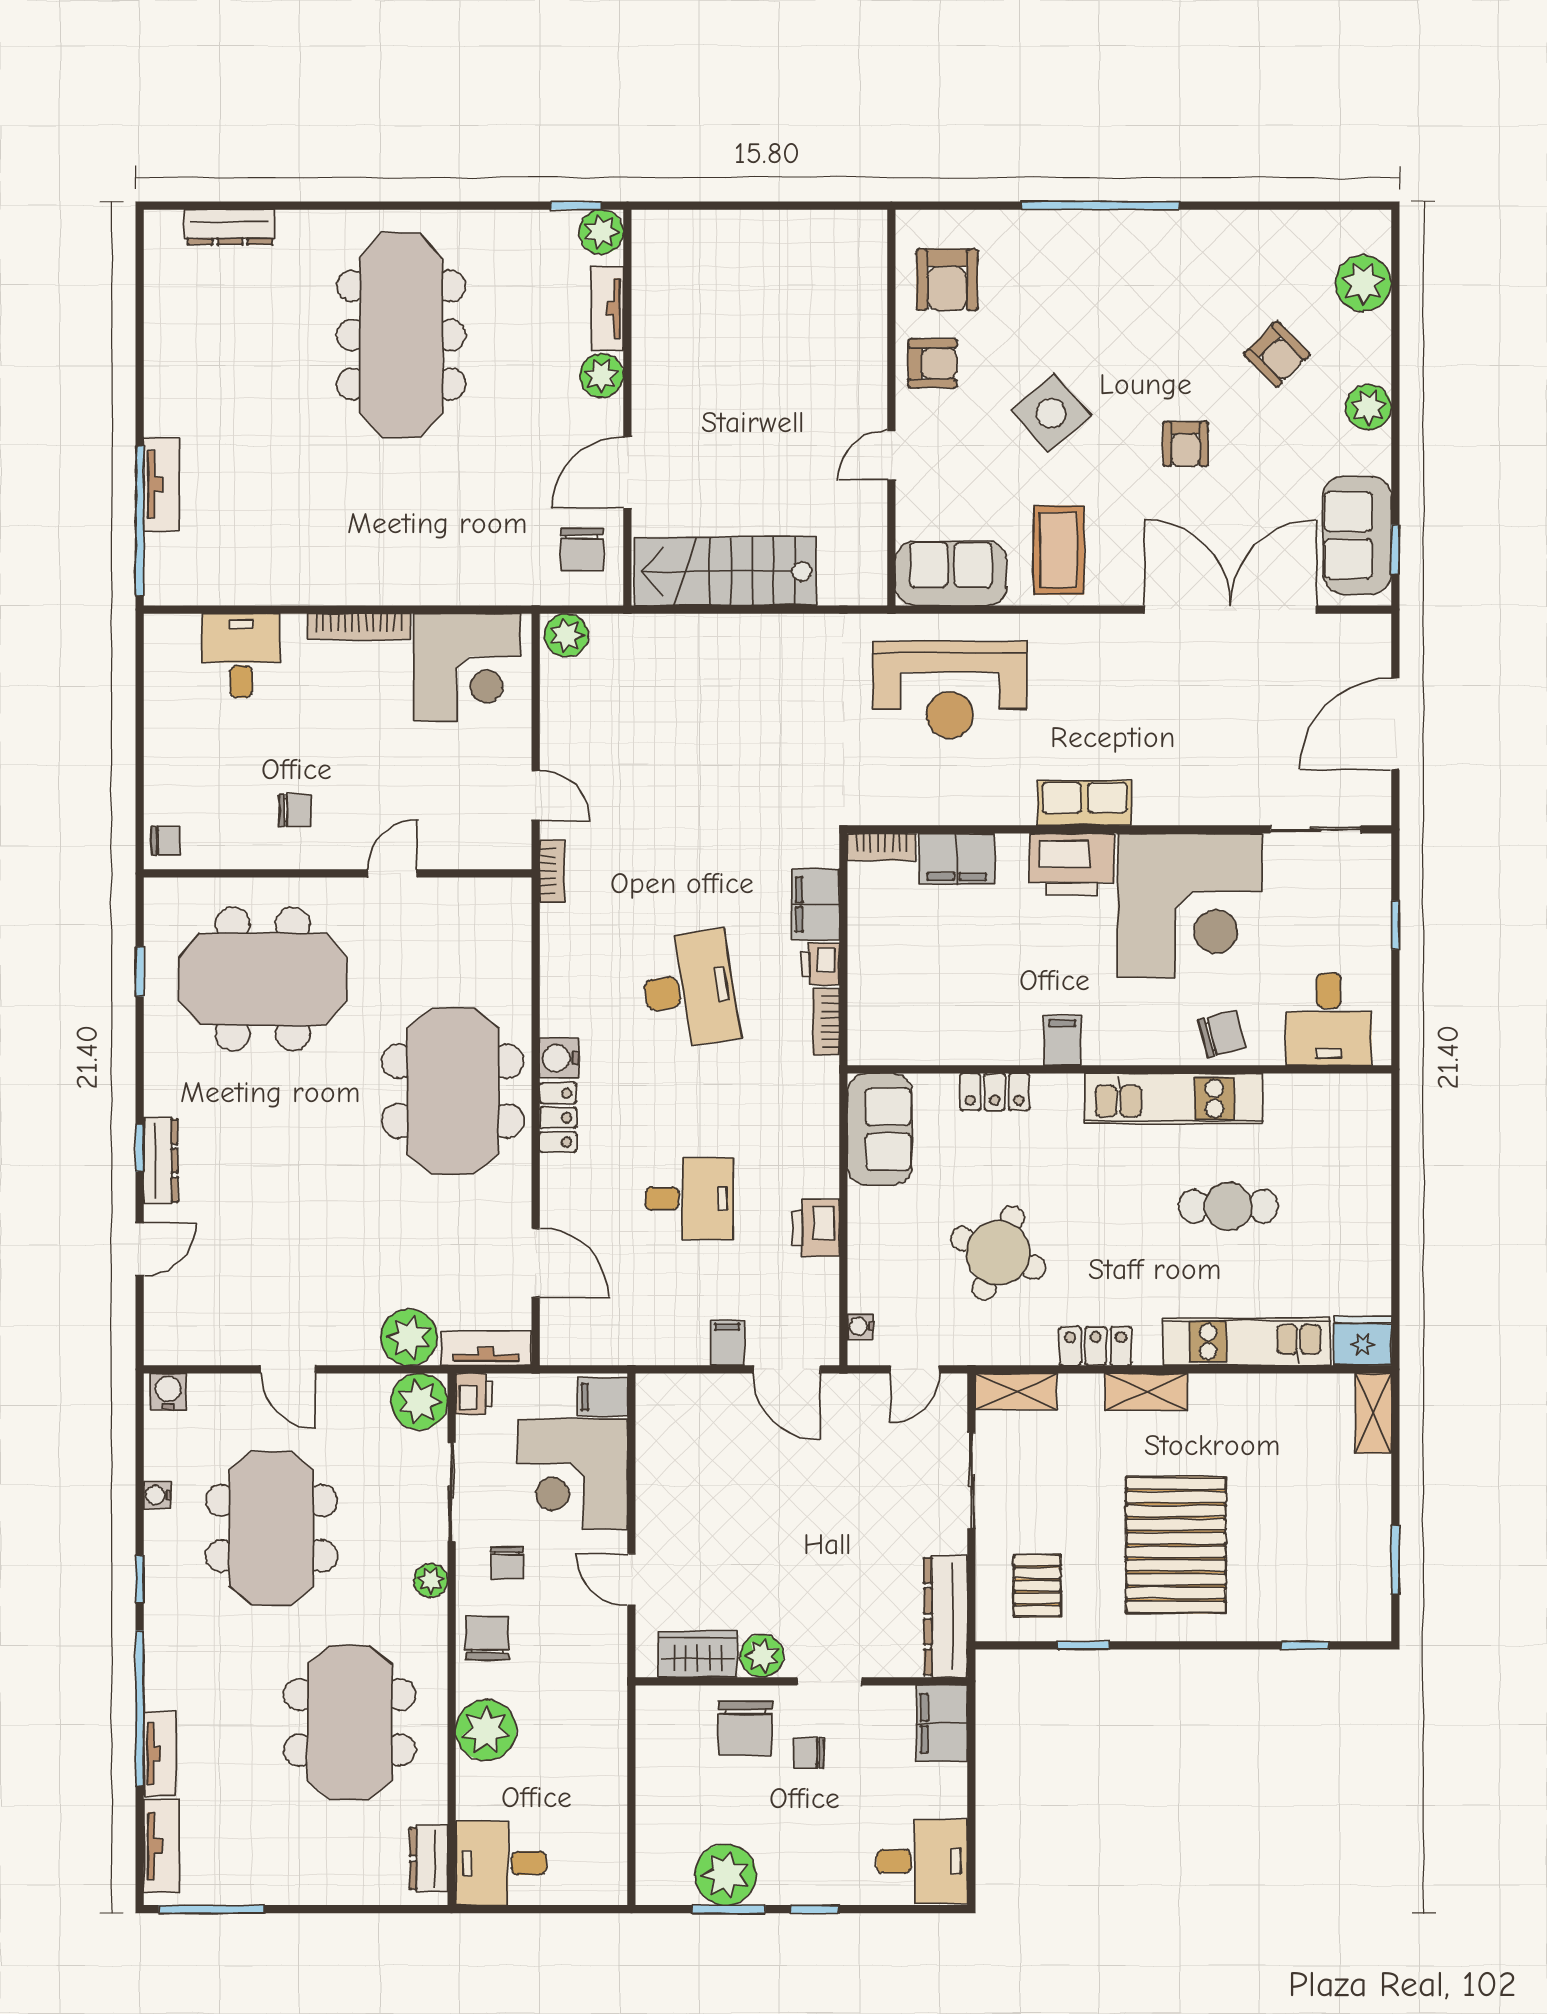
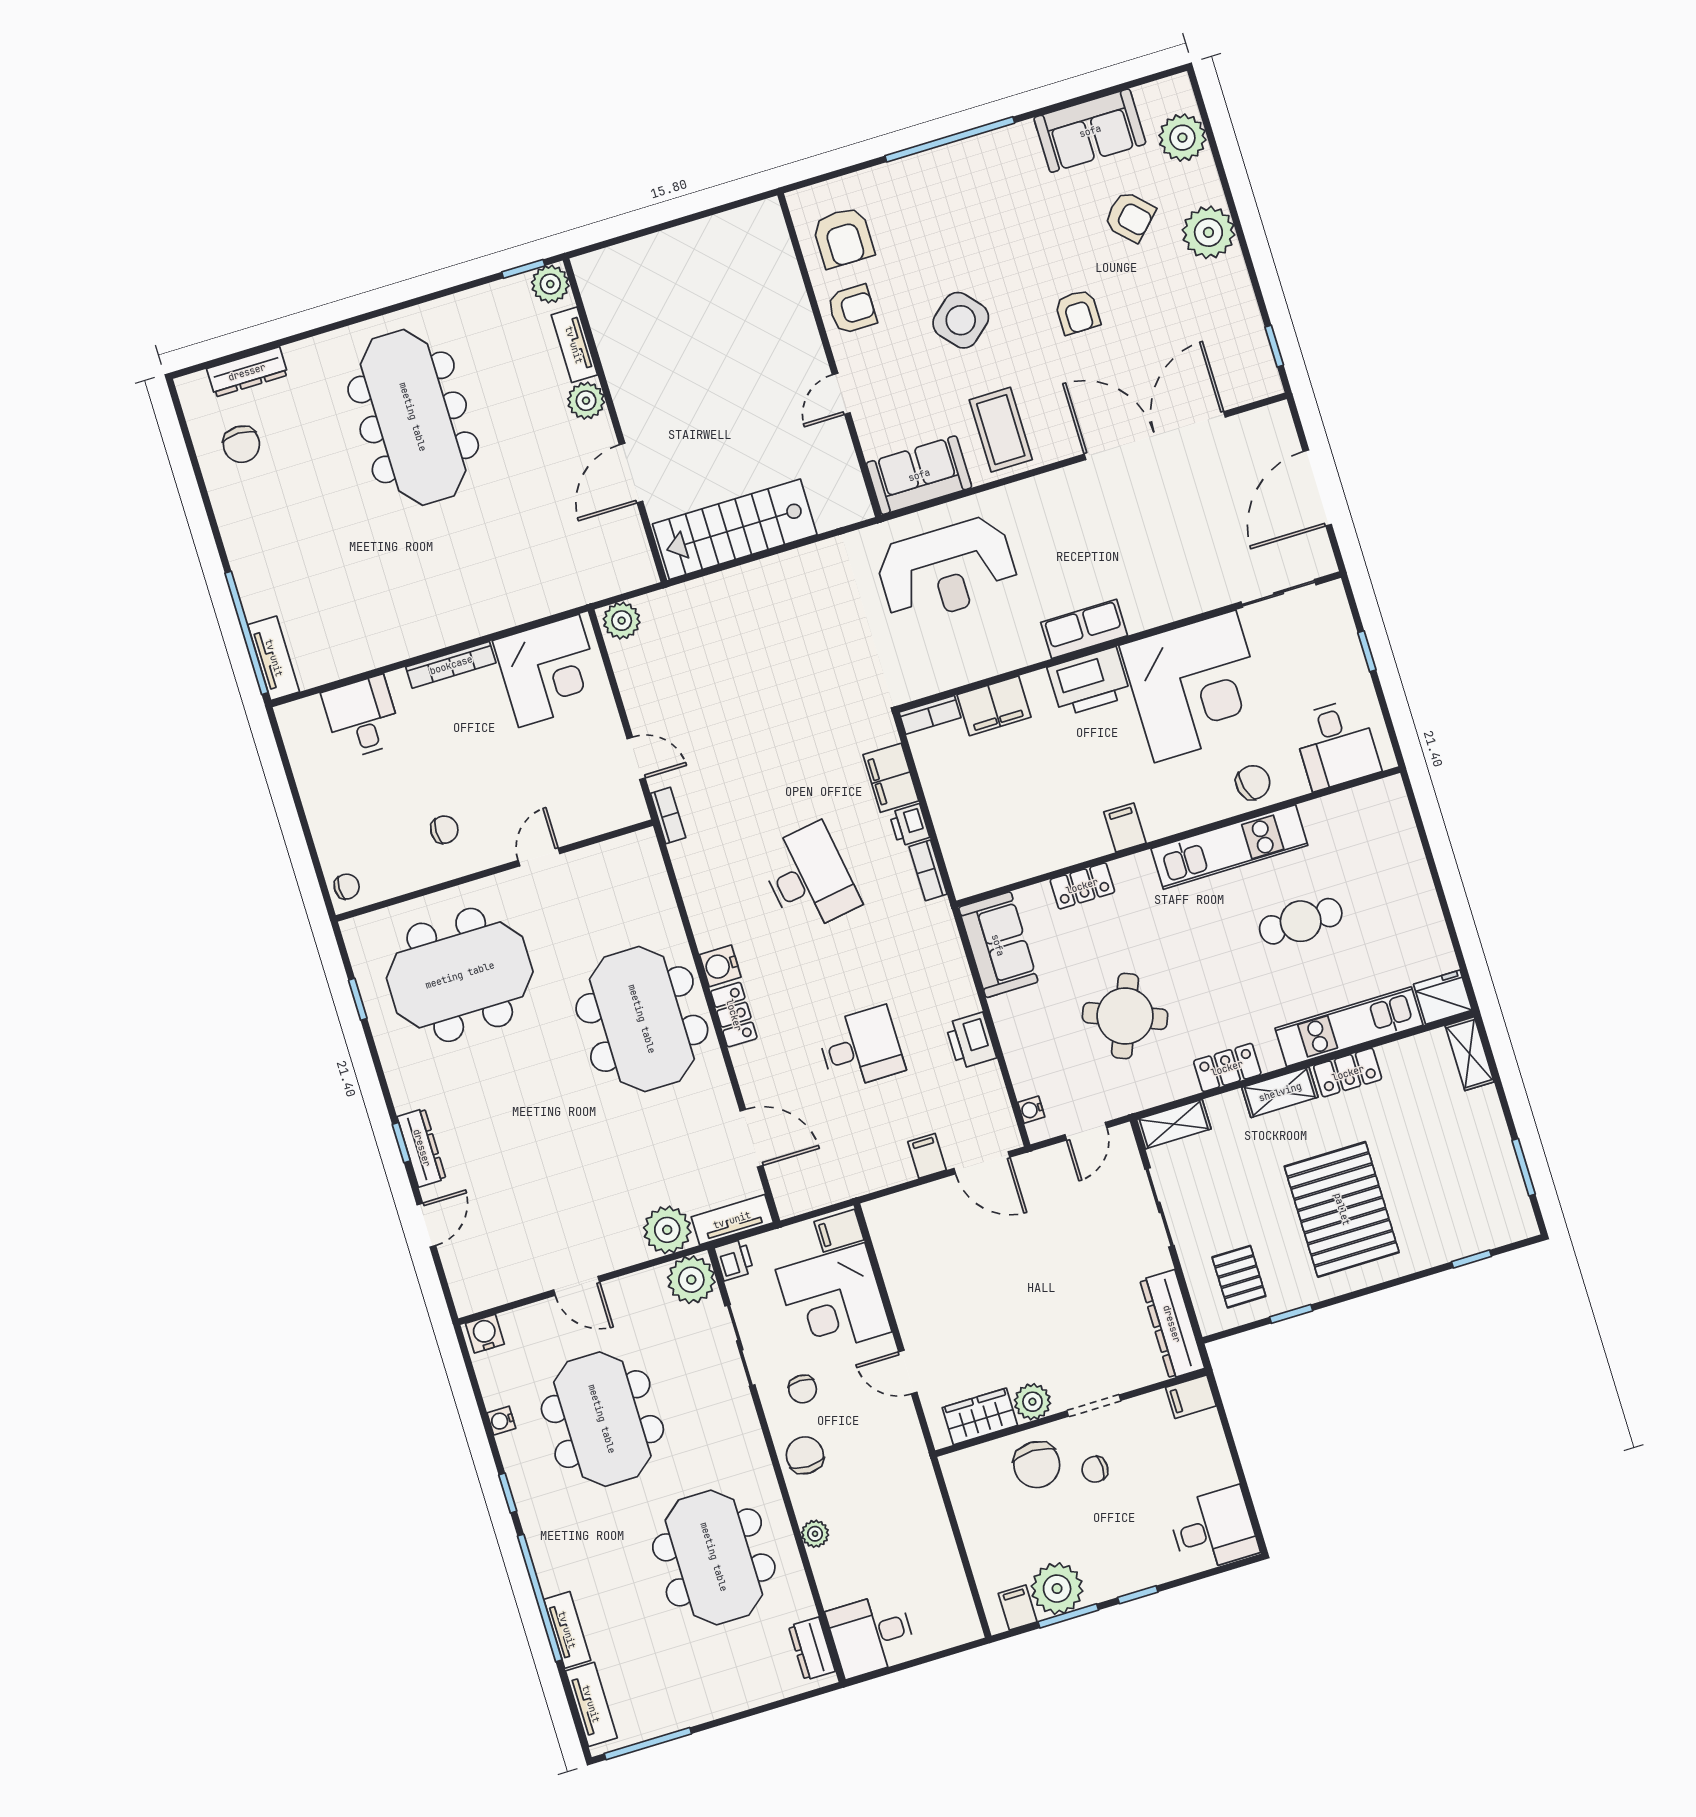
plant: (1369, 407) -> (1208, 232), width x1.36, depth x1.36
tv unit: (161, 484) -> (274, 658), moved
sofa: (1357, 535) -> (1090, 131), moved, turned -90
chair: (582, 550) -> (241, 444), moved
locker: (1229, 1393) -> (1348, 1073), added
plant: (431, 1580) -> (745, 1422), removed
filing cabinet: (942, 1723) -> (1191, 1397), width x0.50
plant: (486, 1730) -> (815, 1534), width x0.53, depth x0.53
filing cabinet: (675, 1883) -> (1018, 1608), added

